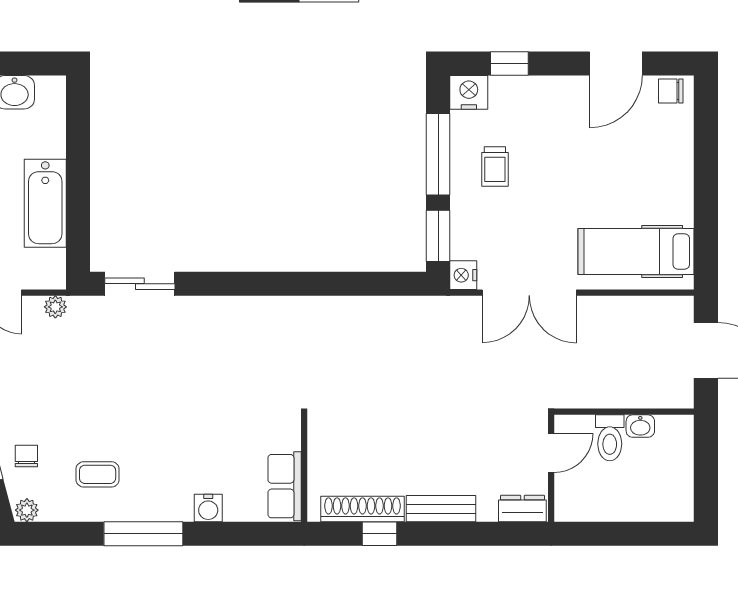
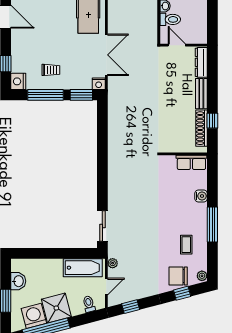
bathtub: (45, 203) -> (83, 268), moved
chair: (26, 456) -> (178, 276), width x1.87, depth x1.87
dresser: (522, 508) -> (201, 62), width x1.44

